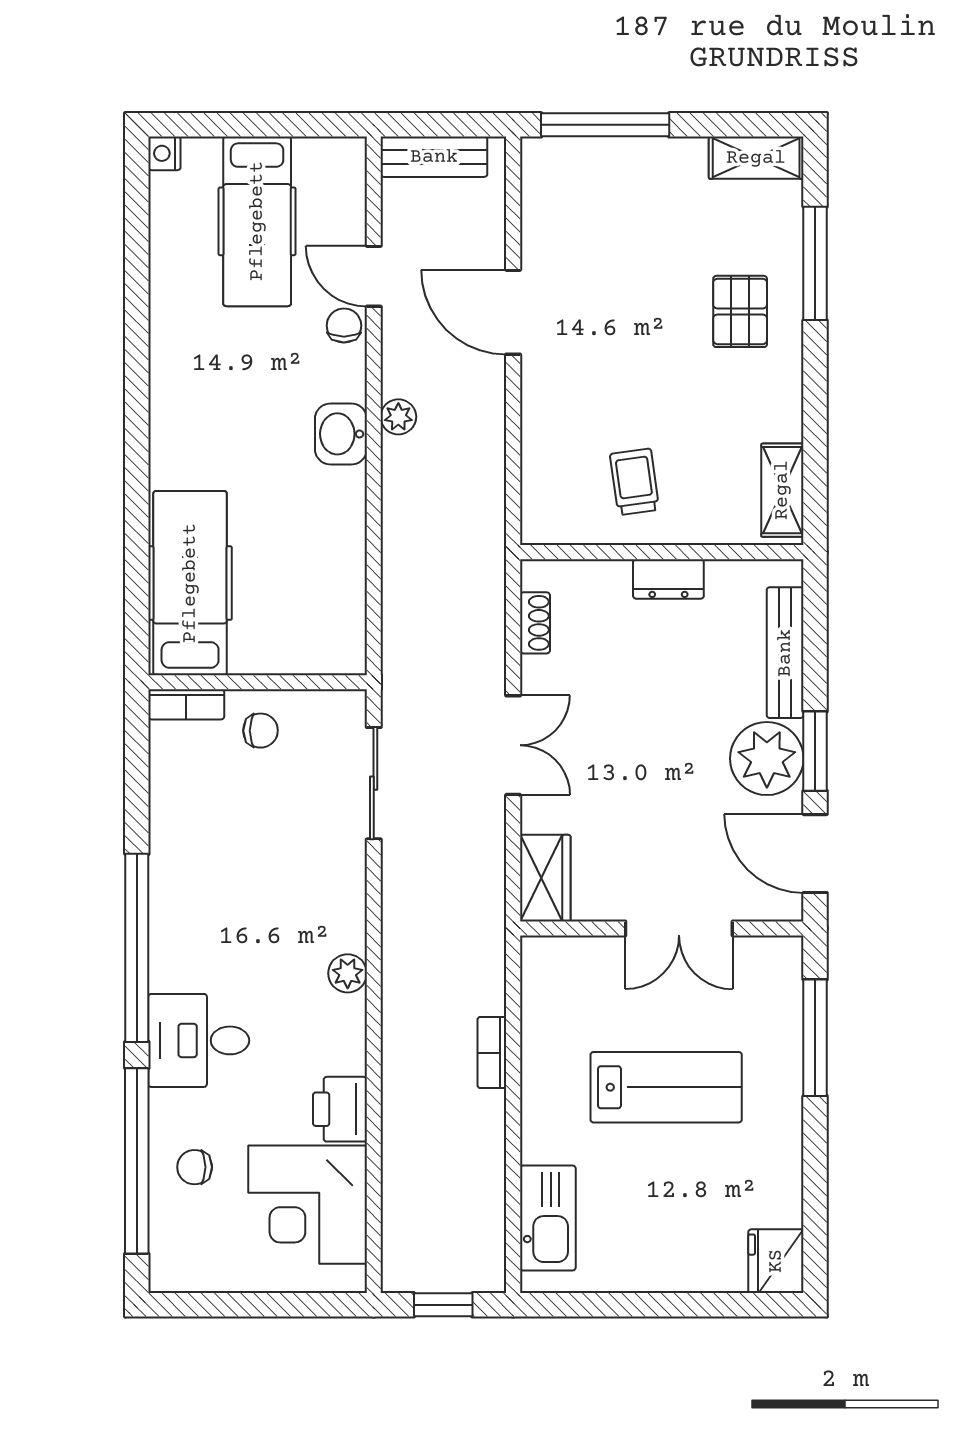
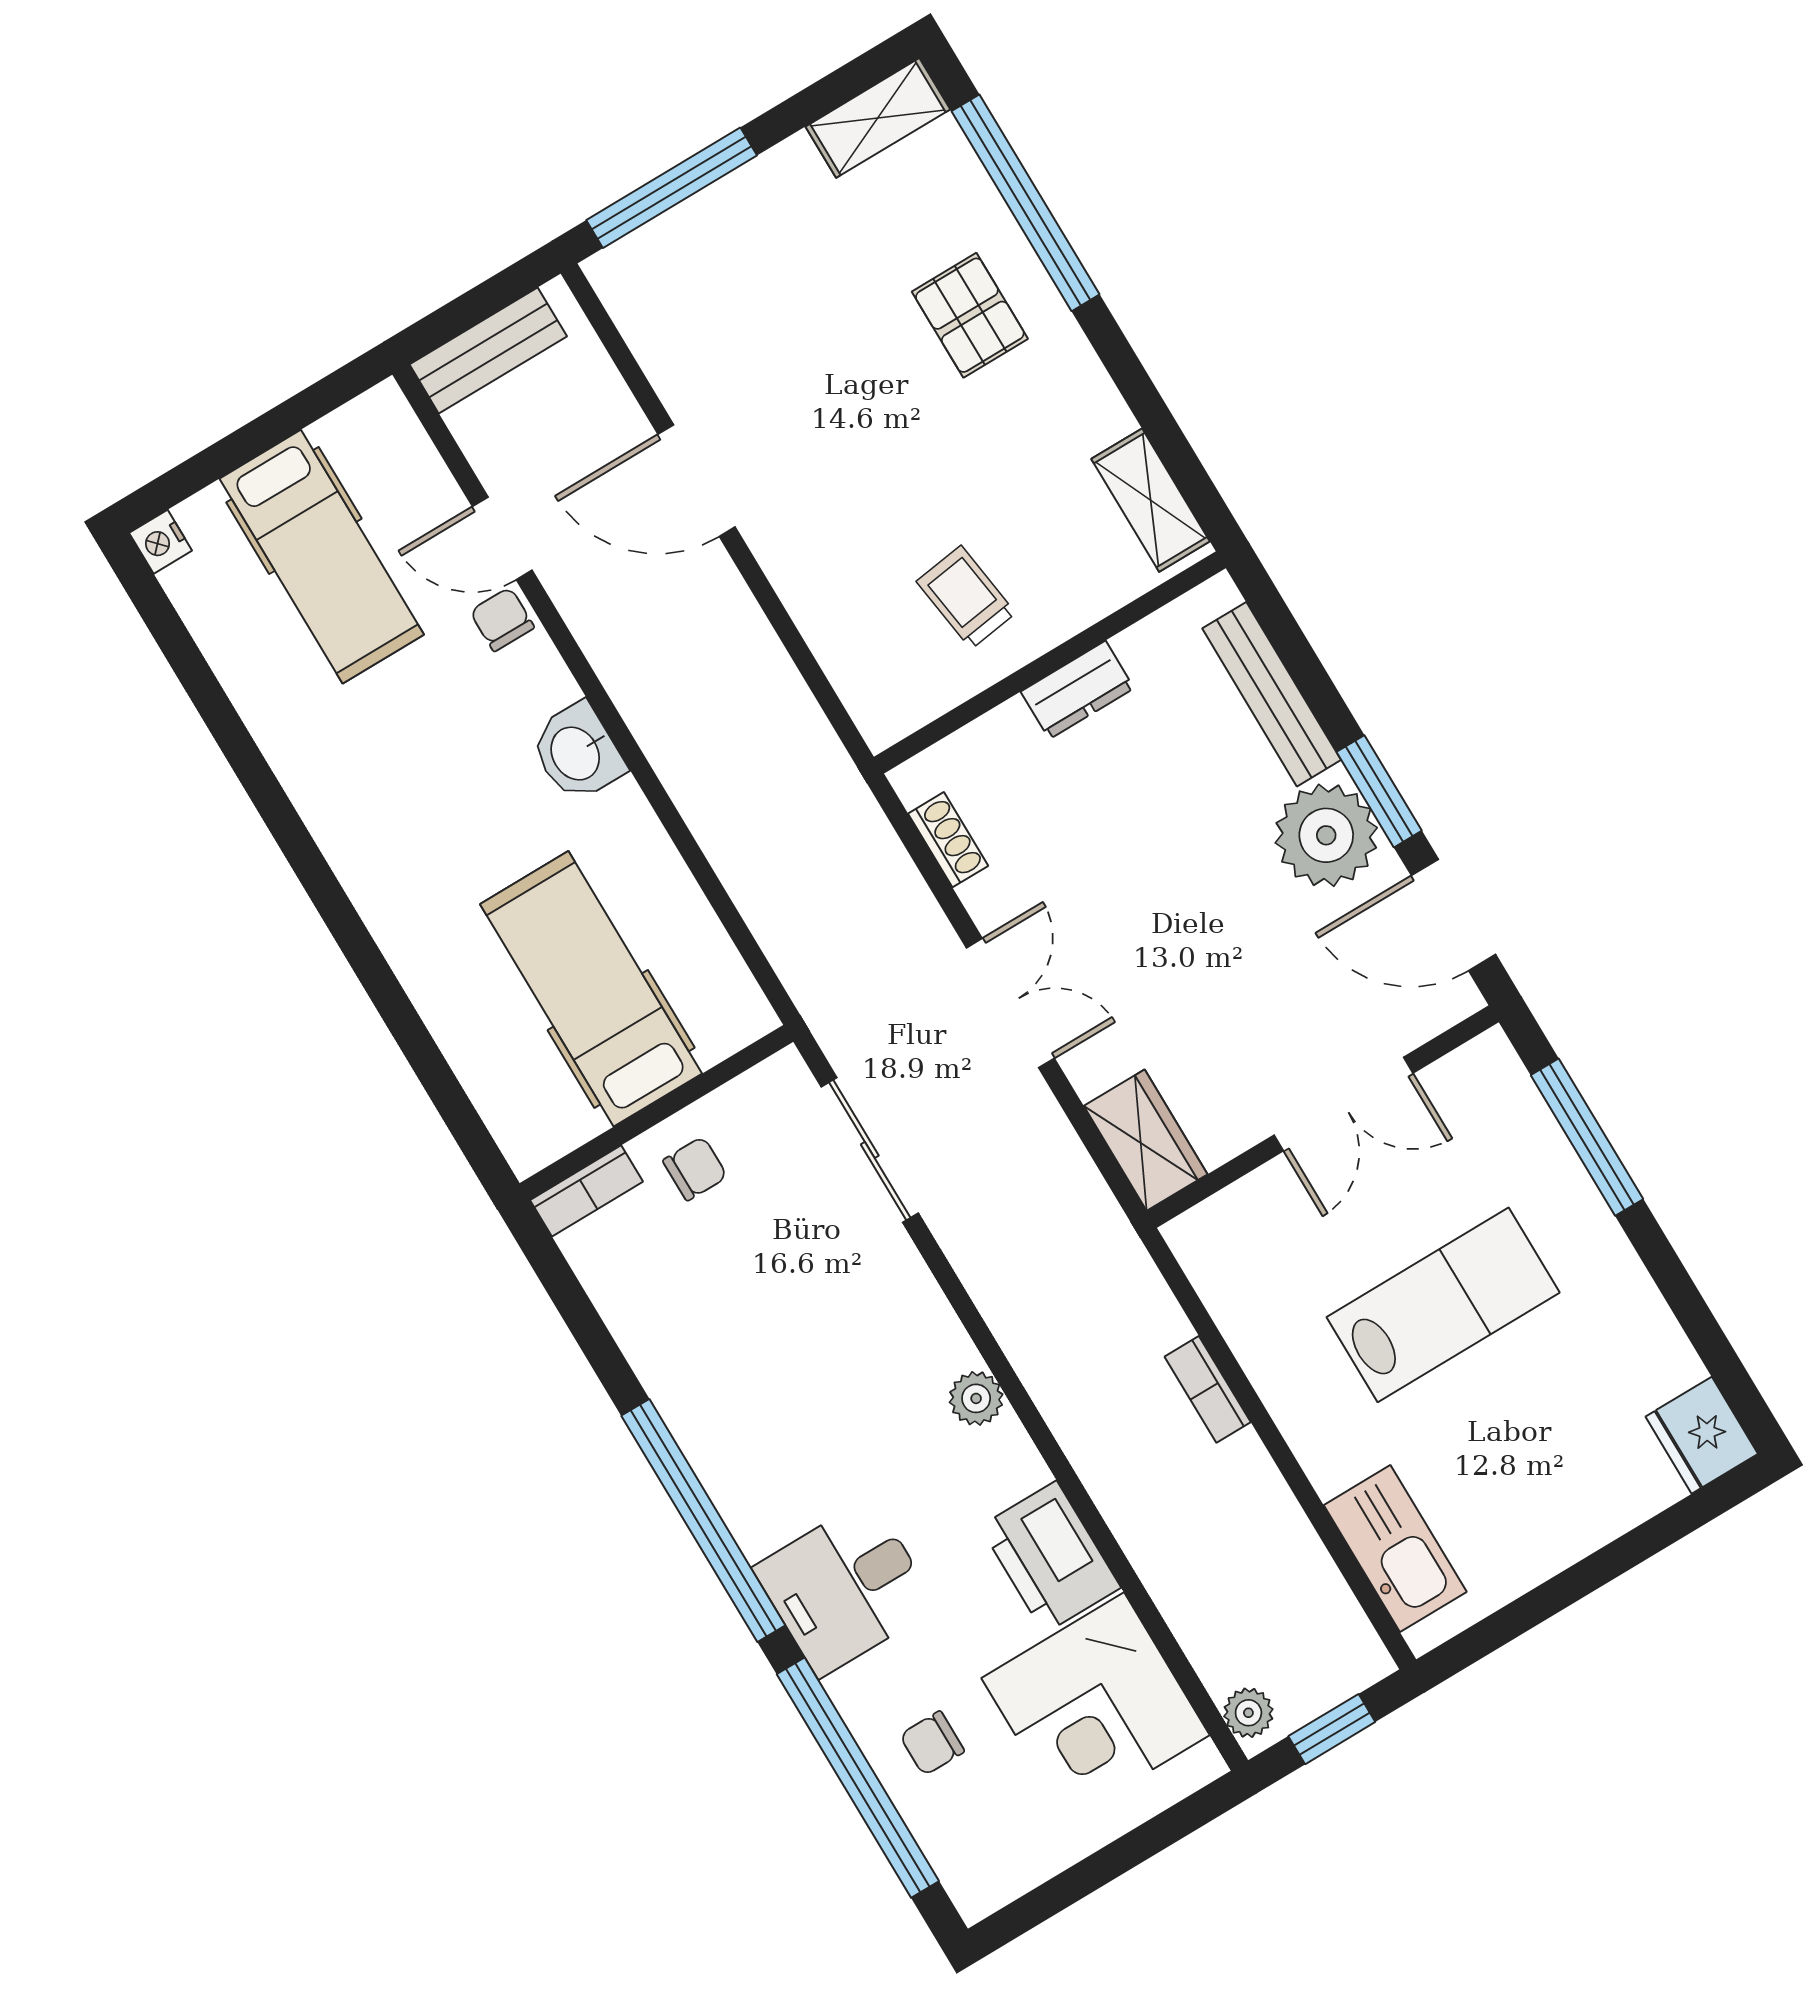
window: (815, 263) -> (1026, 203), width x1.46
plant: (398, 417) -> (1248, 1713), moved
hospital bed: (190, 583) -> (591, 989), moved
printer: (340, 1109) -> (1050, 1557), width x1.37, depth x1.19

